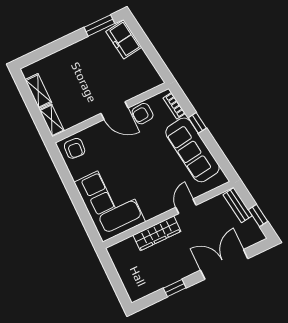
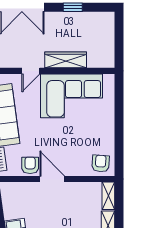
armchair: (143, 114) -> (30, 165), turned -86
corner sofa: (110, 202) -> (72, 96), moved, turned -90

